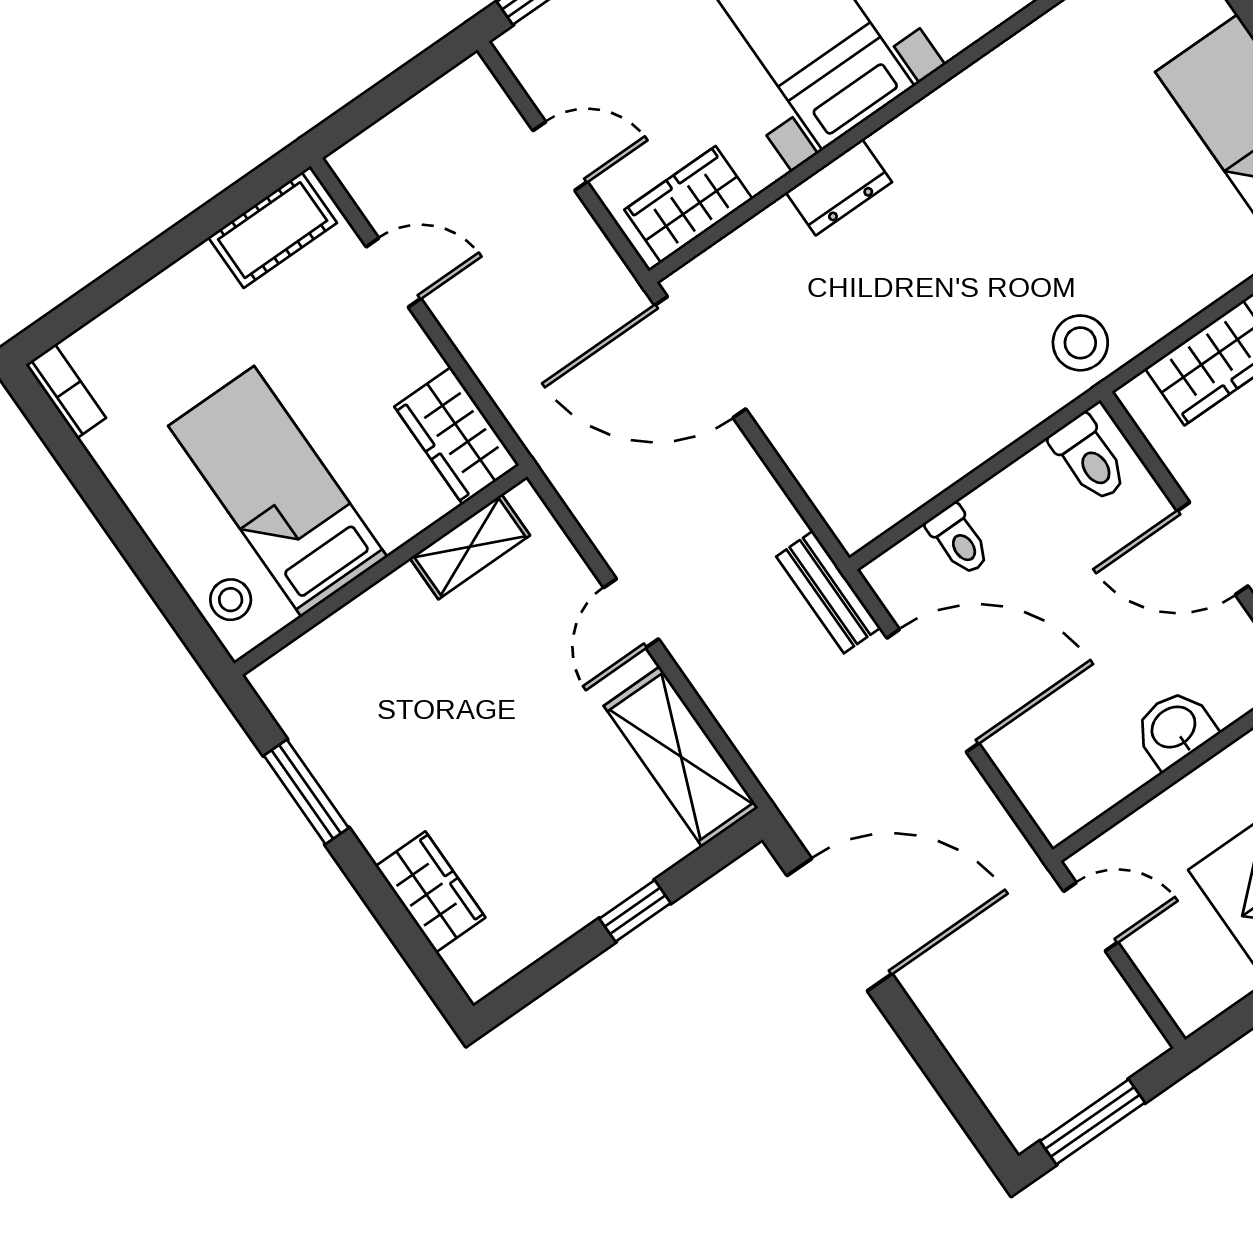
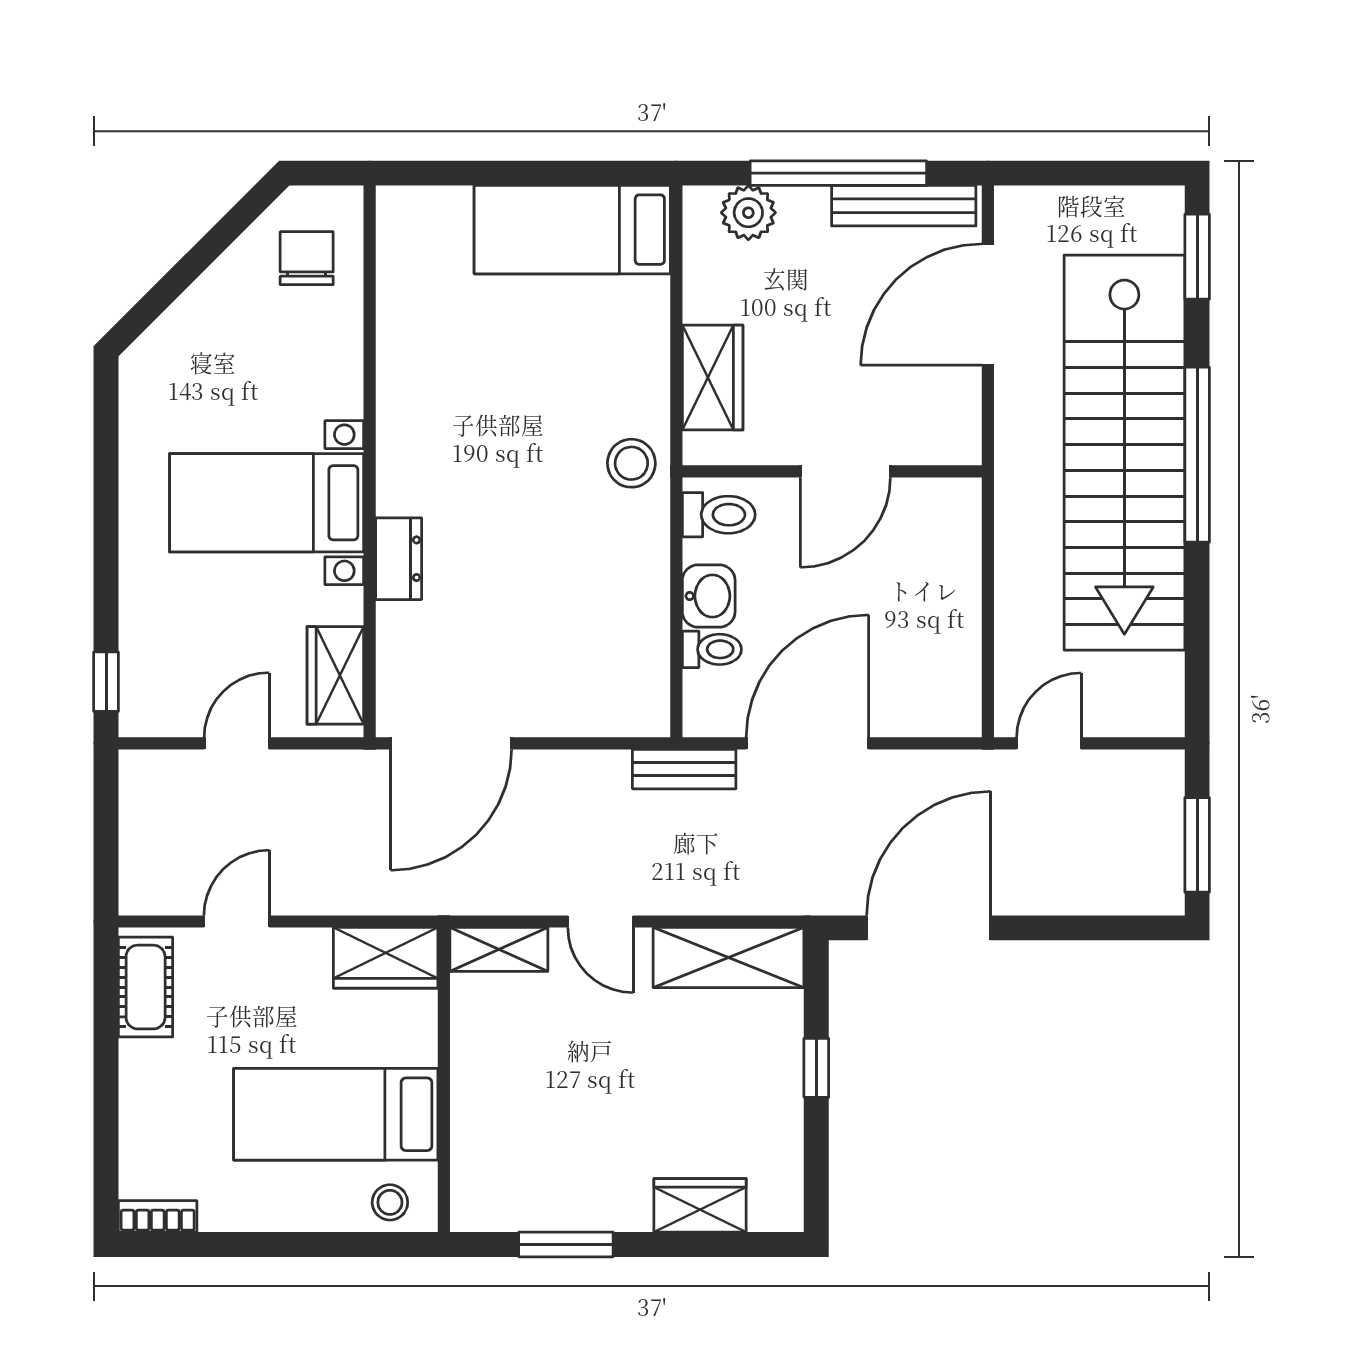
shelving: (470, 547) -> (499, 949), moved, turned 90
washbasin: (1174, 728) -> (709, 596), moved, turned 180

